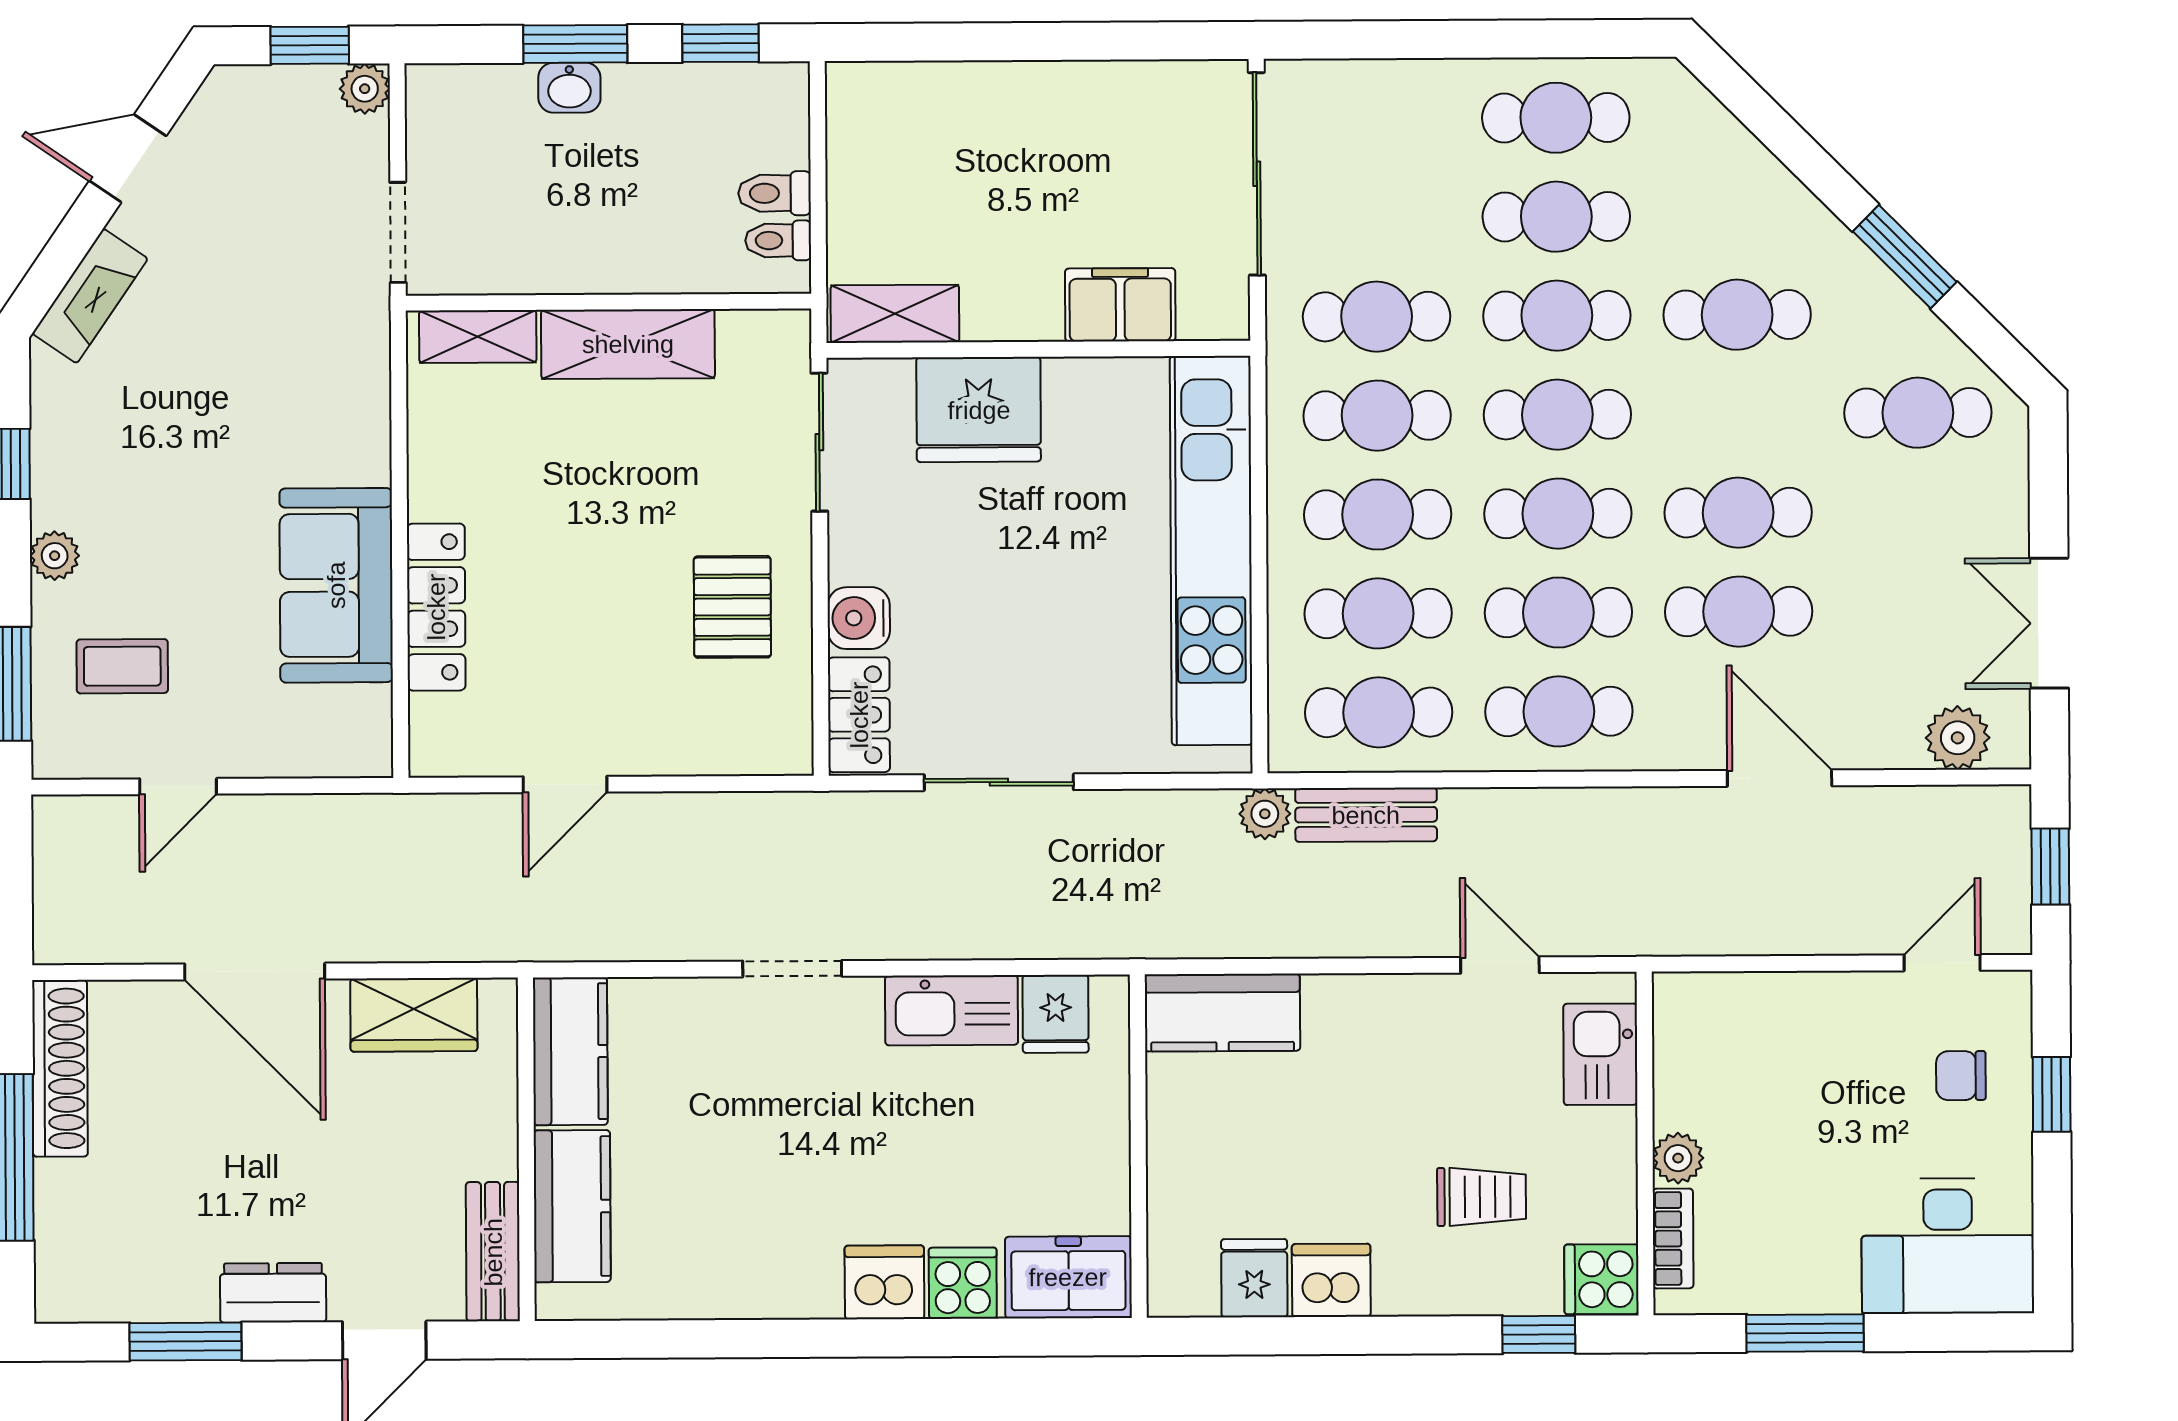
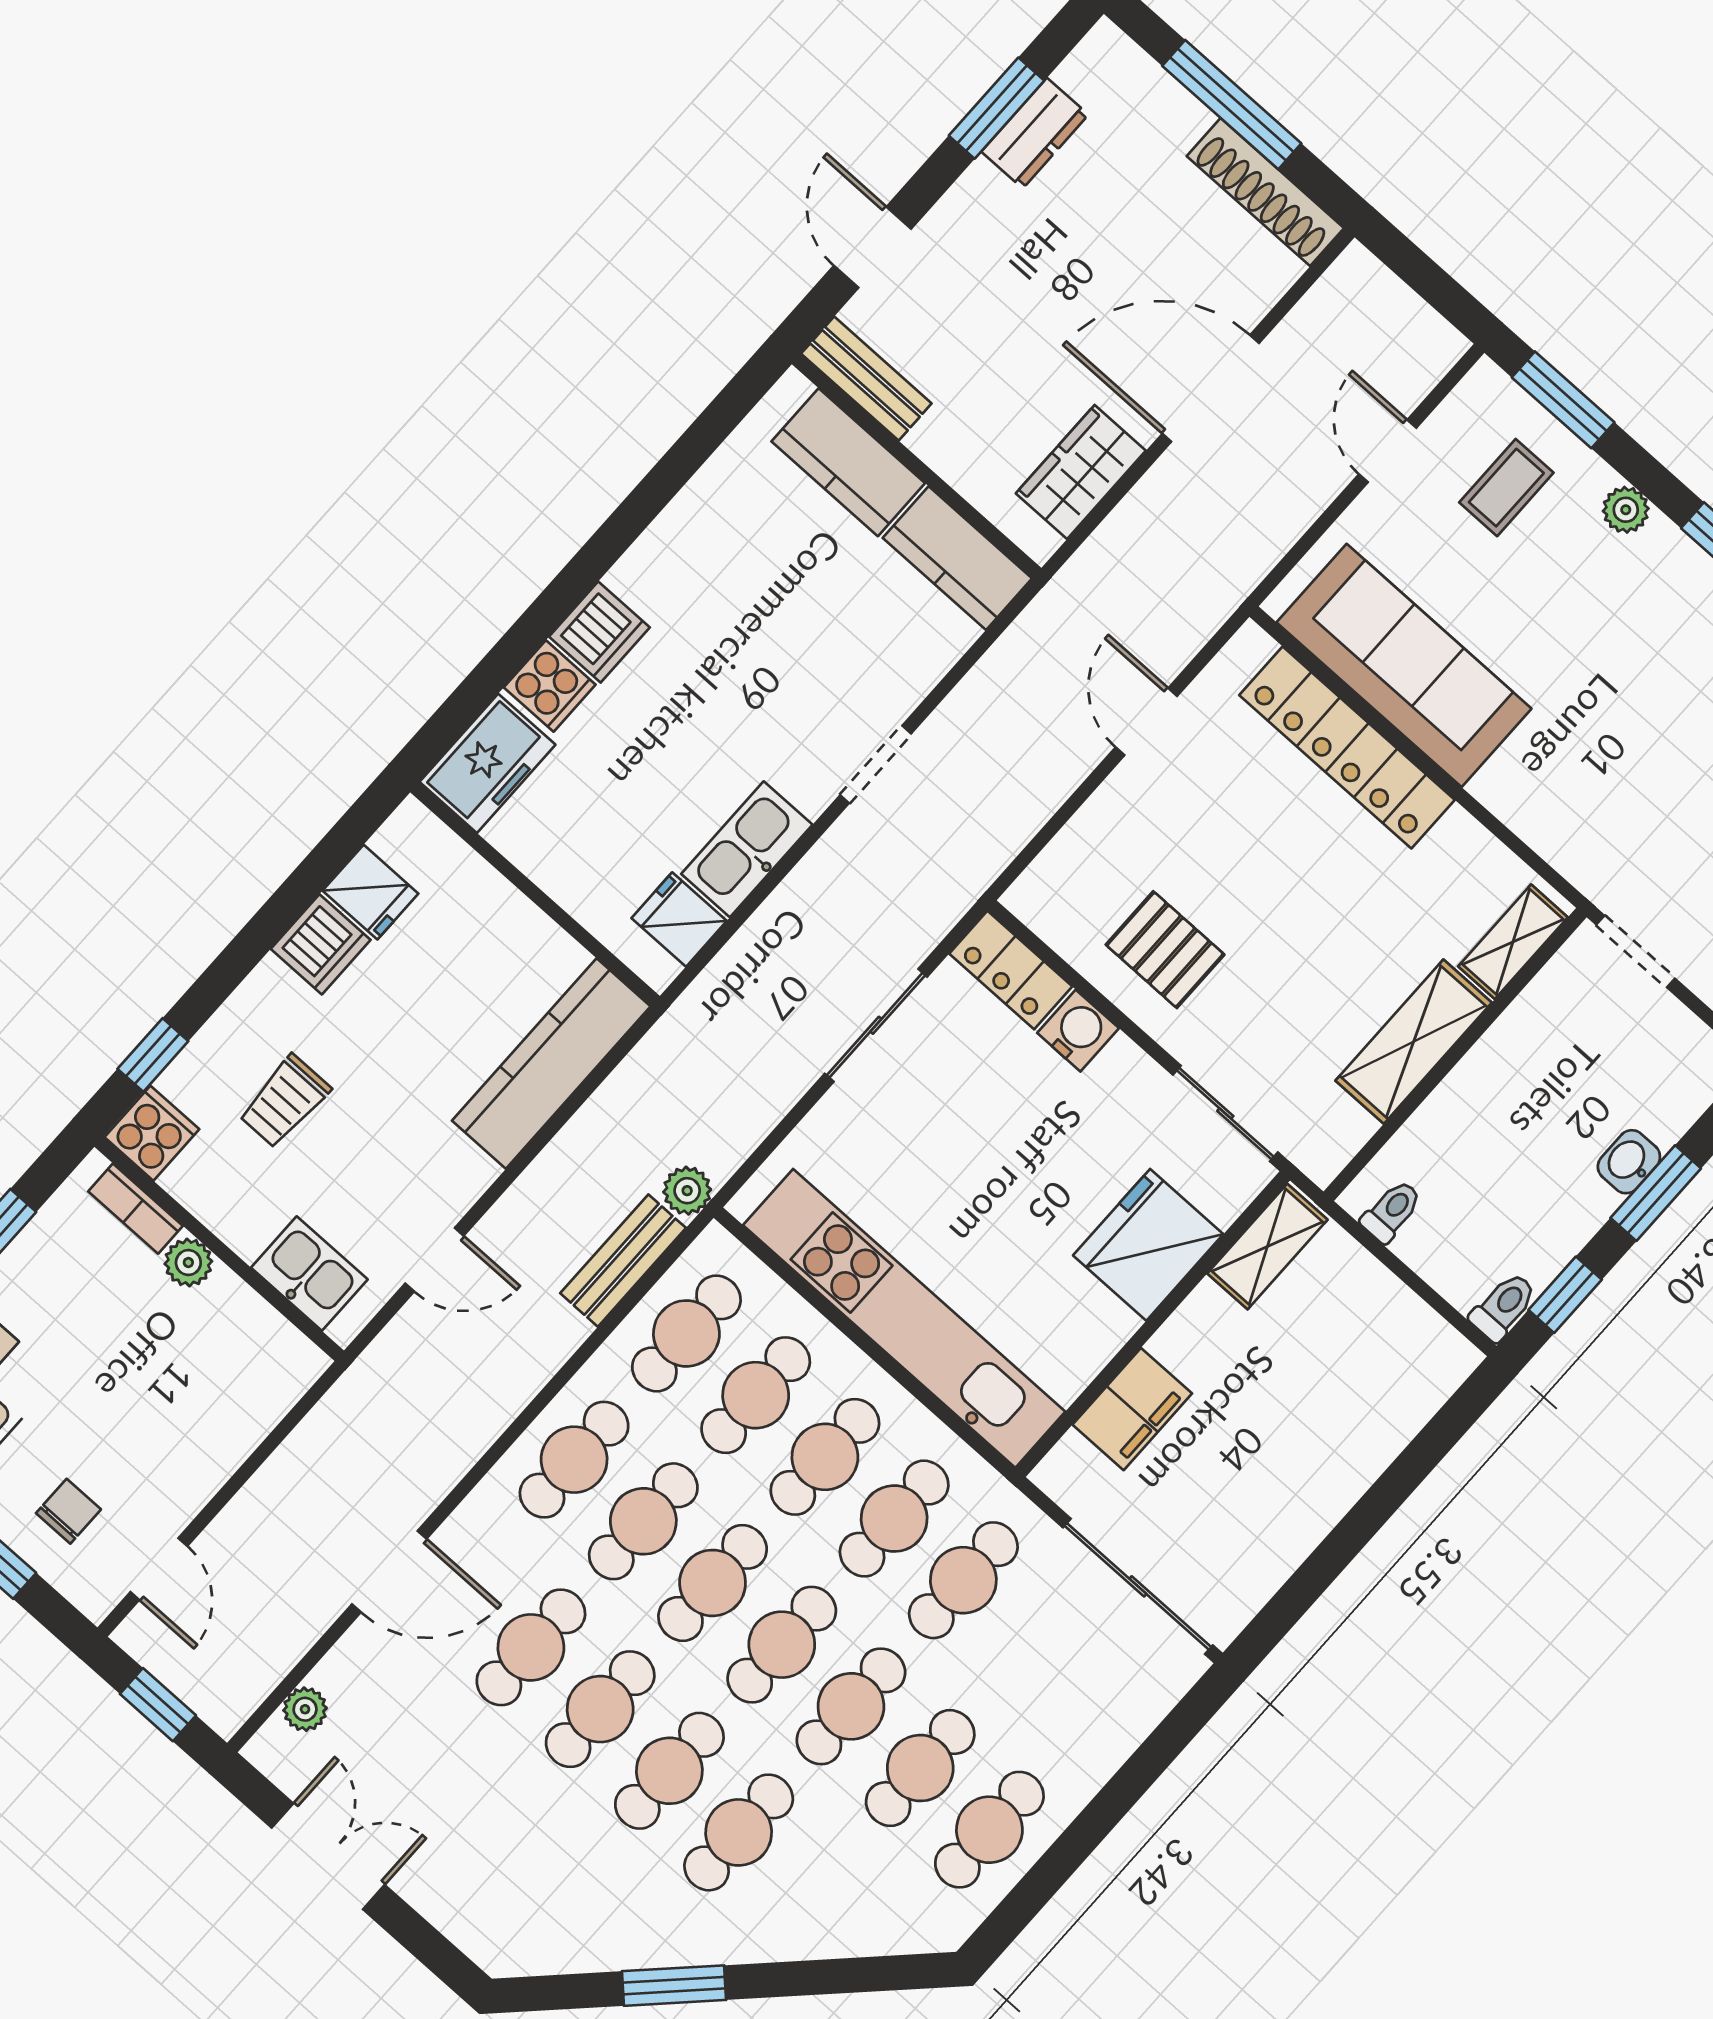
toilet: (775, 193) -> (1503, 1307), moved
cafe table: (1918, 413) -> (669, 1771), moved
sofa: (336, 585) -> (1404, 665), width x1.36
locker: (436, 607) -> (1347, 747), width x1.41, depth x1.21
plant: (1958, 738) -> (305, 1709), width x0.73, depth x0.73
kitchen counter: (1222, 1013) -> (551, 1064), width x1.50
dresser: (273, 1293) -> (1035, 133), moved

